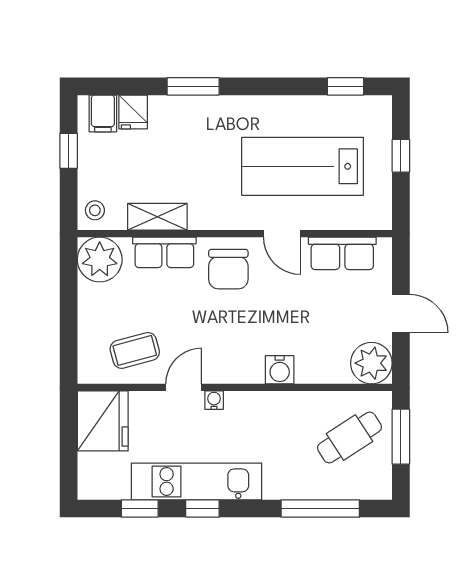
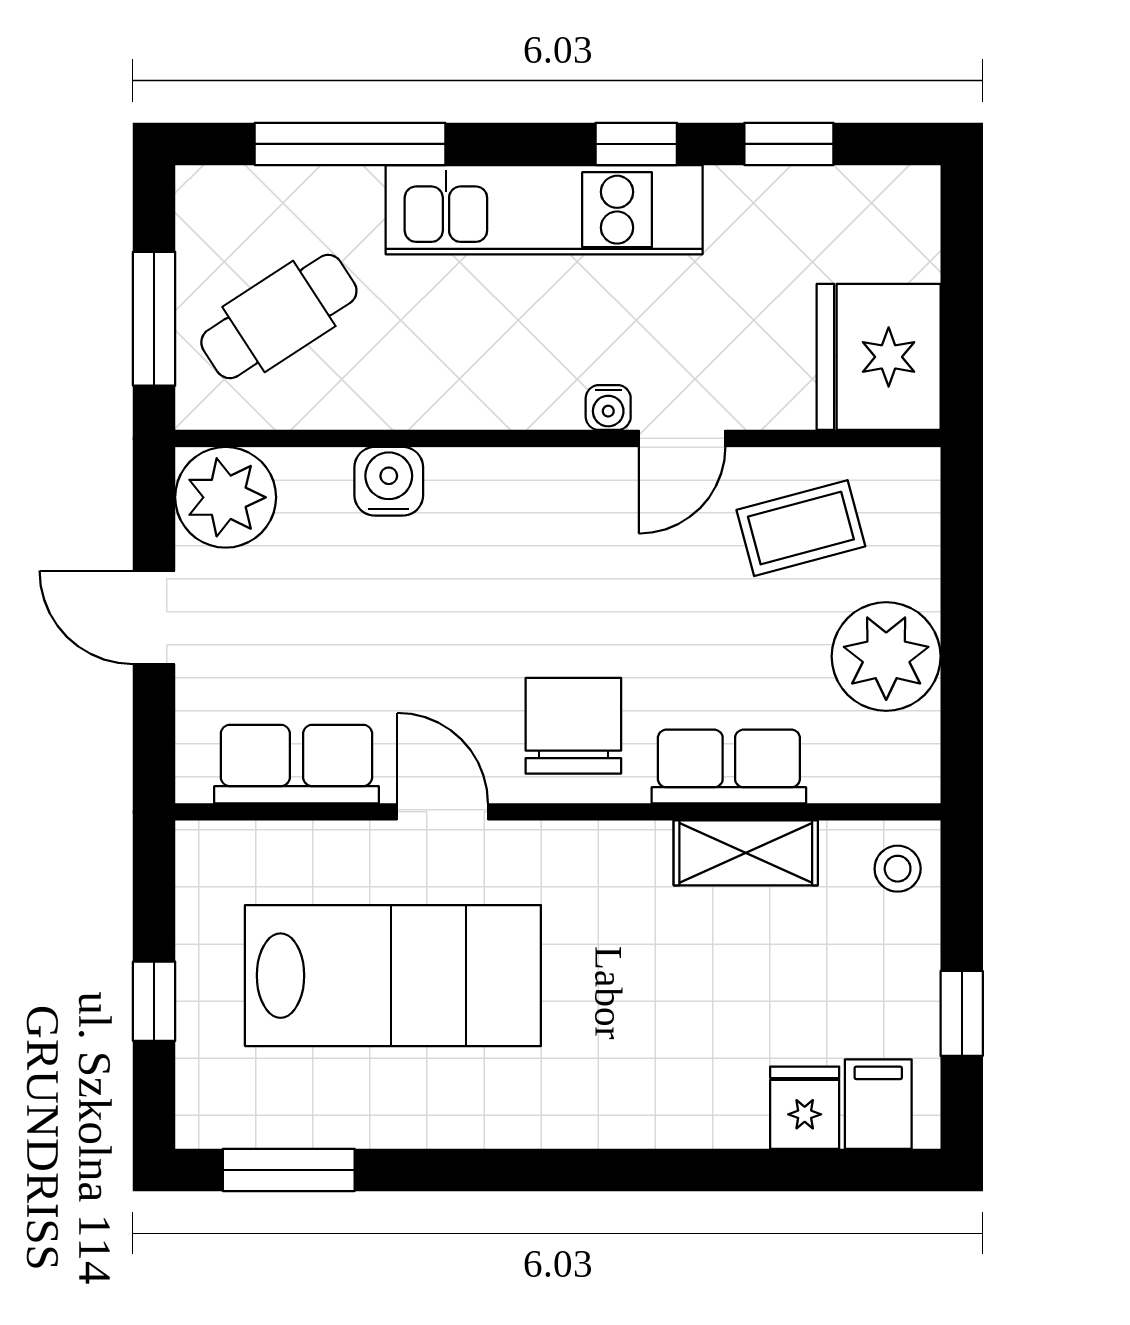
window: (193, 86) -> (659, 1170), removed
window: (345, 86) -> (289, 1170), width x1.50
plant: (100, 260) -> (886, 656), moved
water cooler: (280, 370) -> (389, 481), moved
kitchen unit: (197, 481) -> (544, 210), moved

